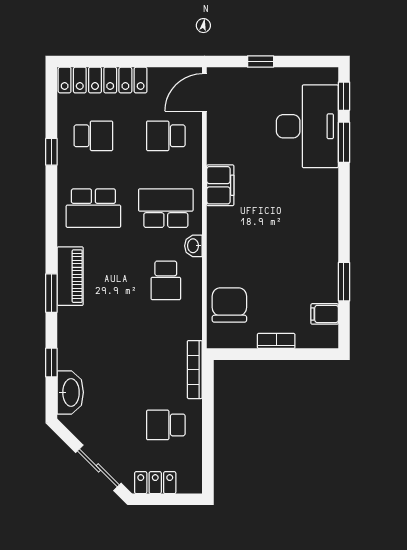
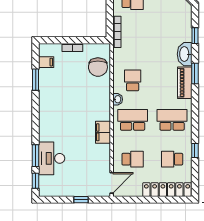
desk: (307, 126) -> (52, 158), width x0.73, depth x0.77
school desk: (166, 208) -> (133, 120), turned 180
washbasin: (70, 392) -> (185, 54), moved

